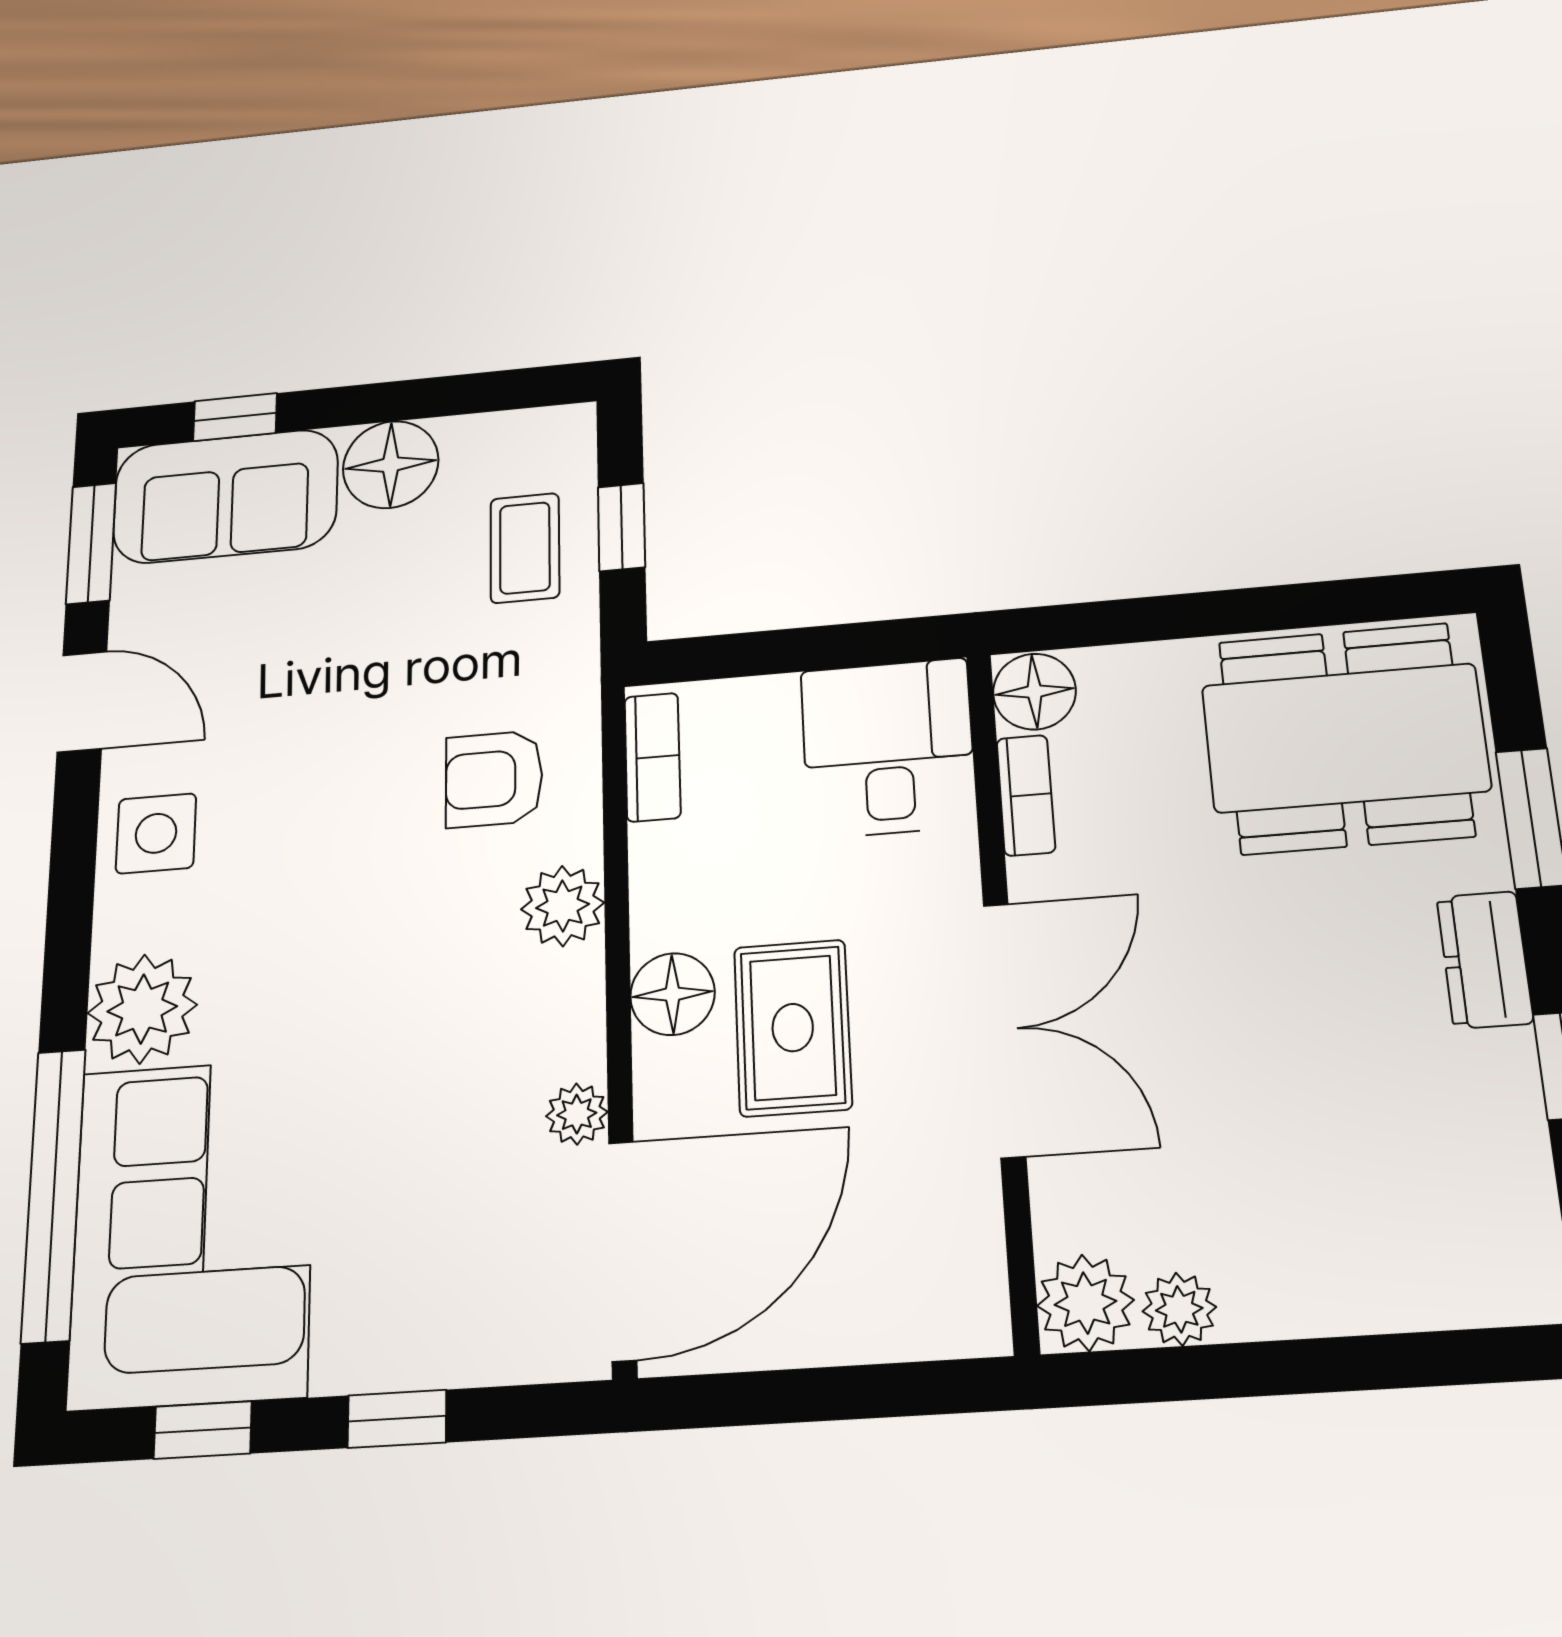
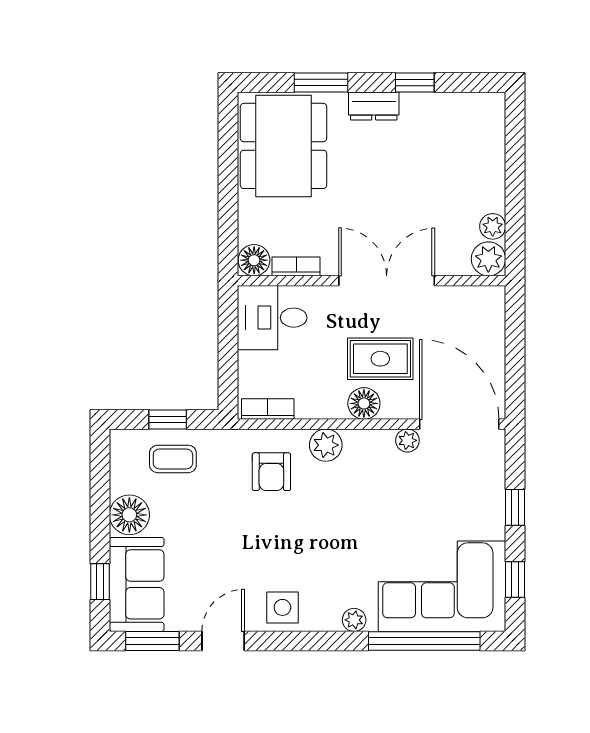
plant: (142, 1009) -> (354, 620), width x0.53, depth x0.53

